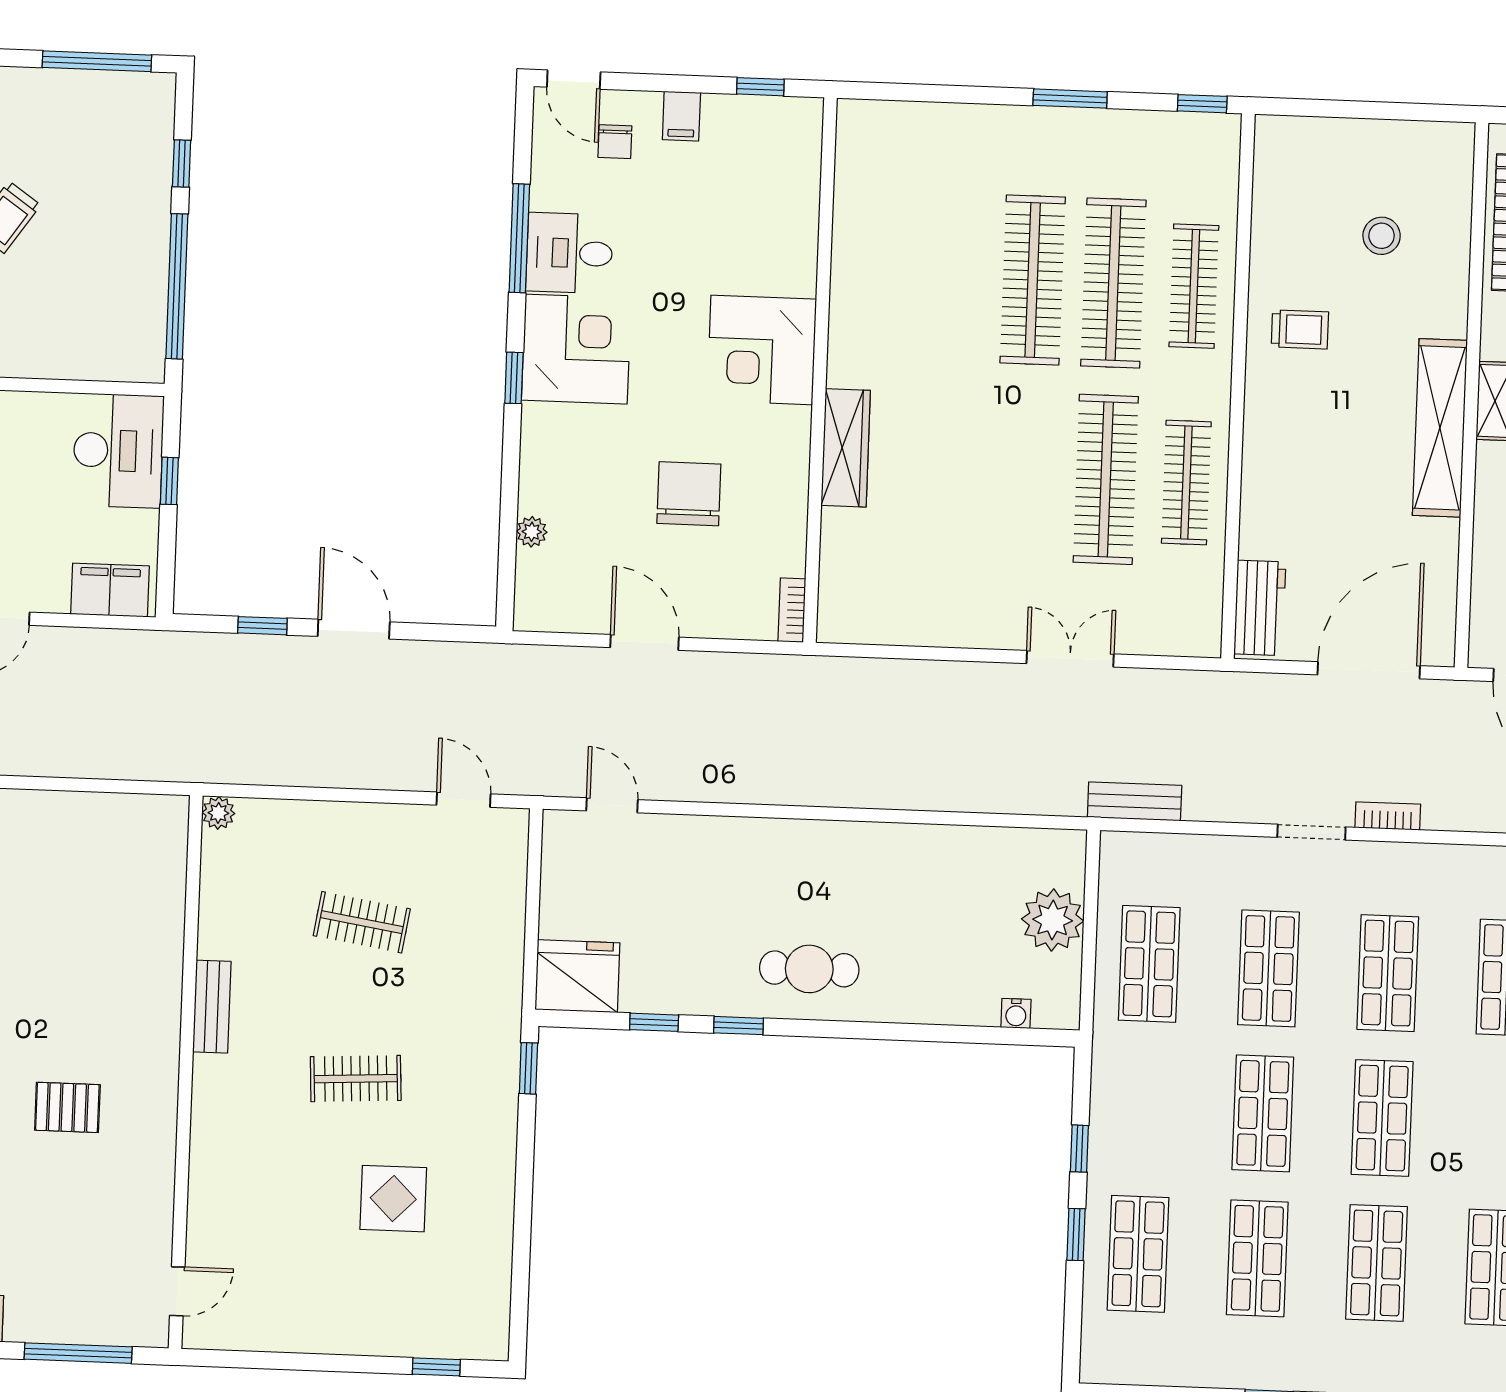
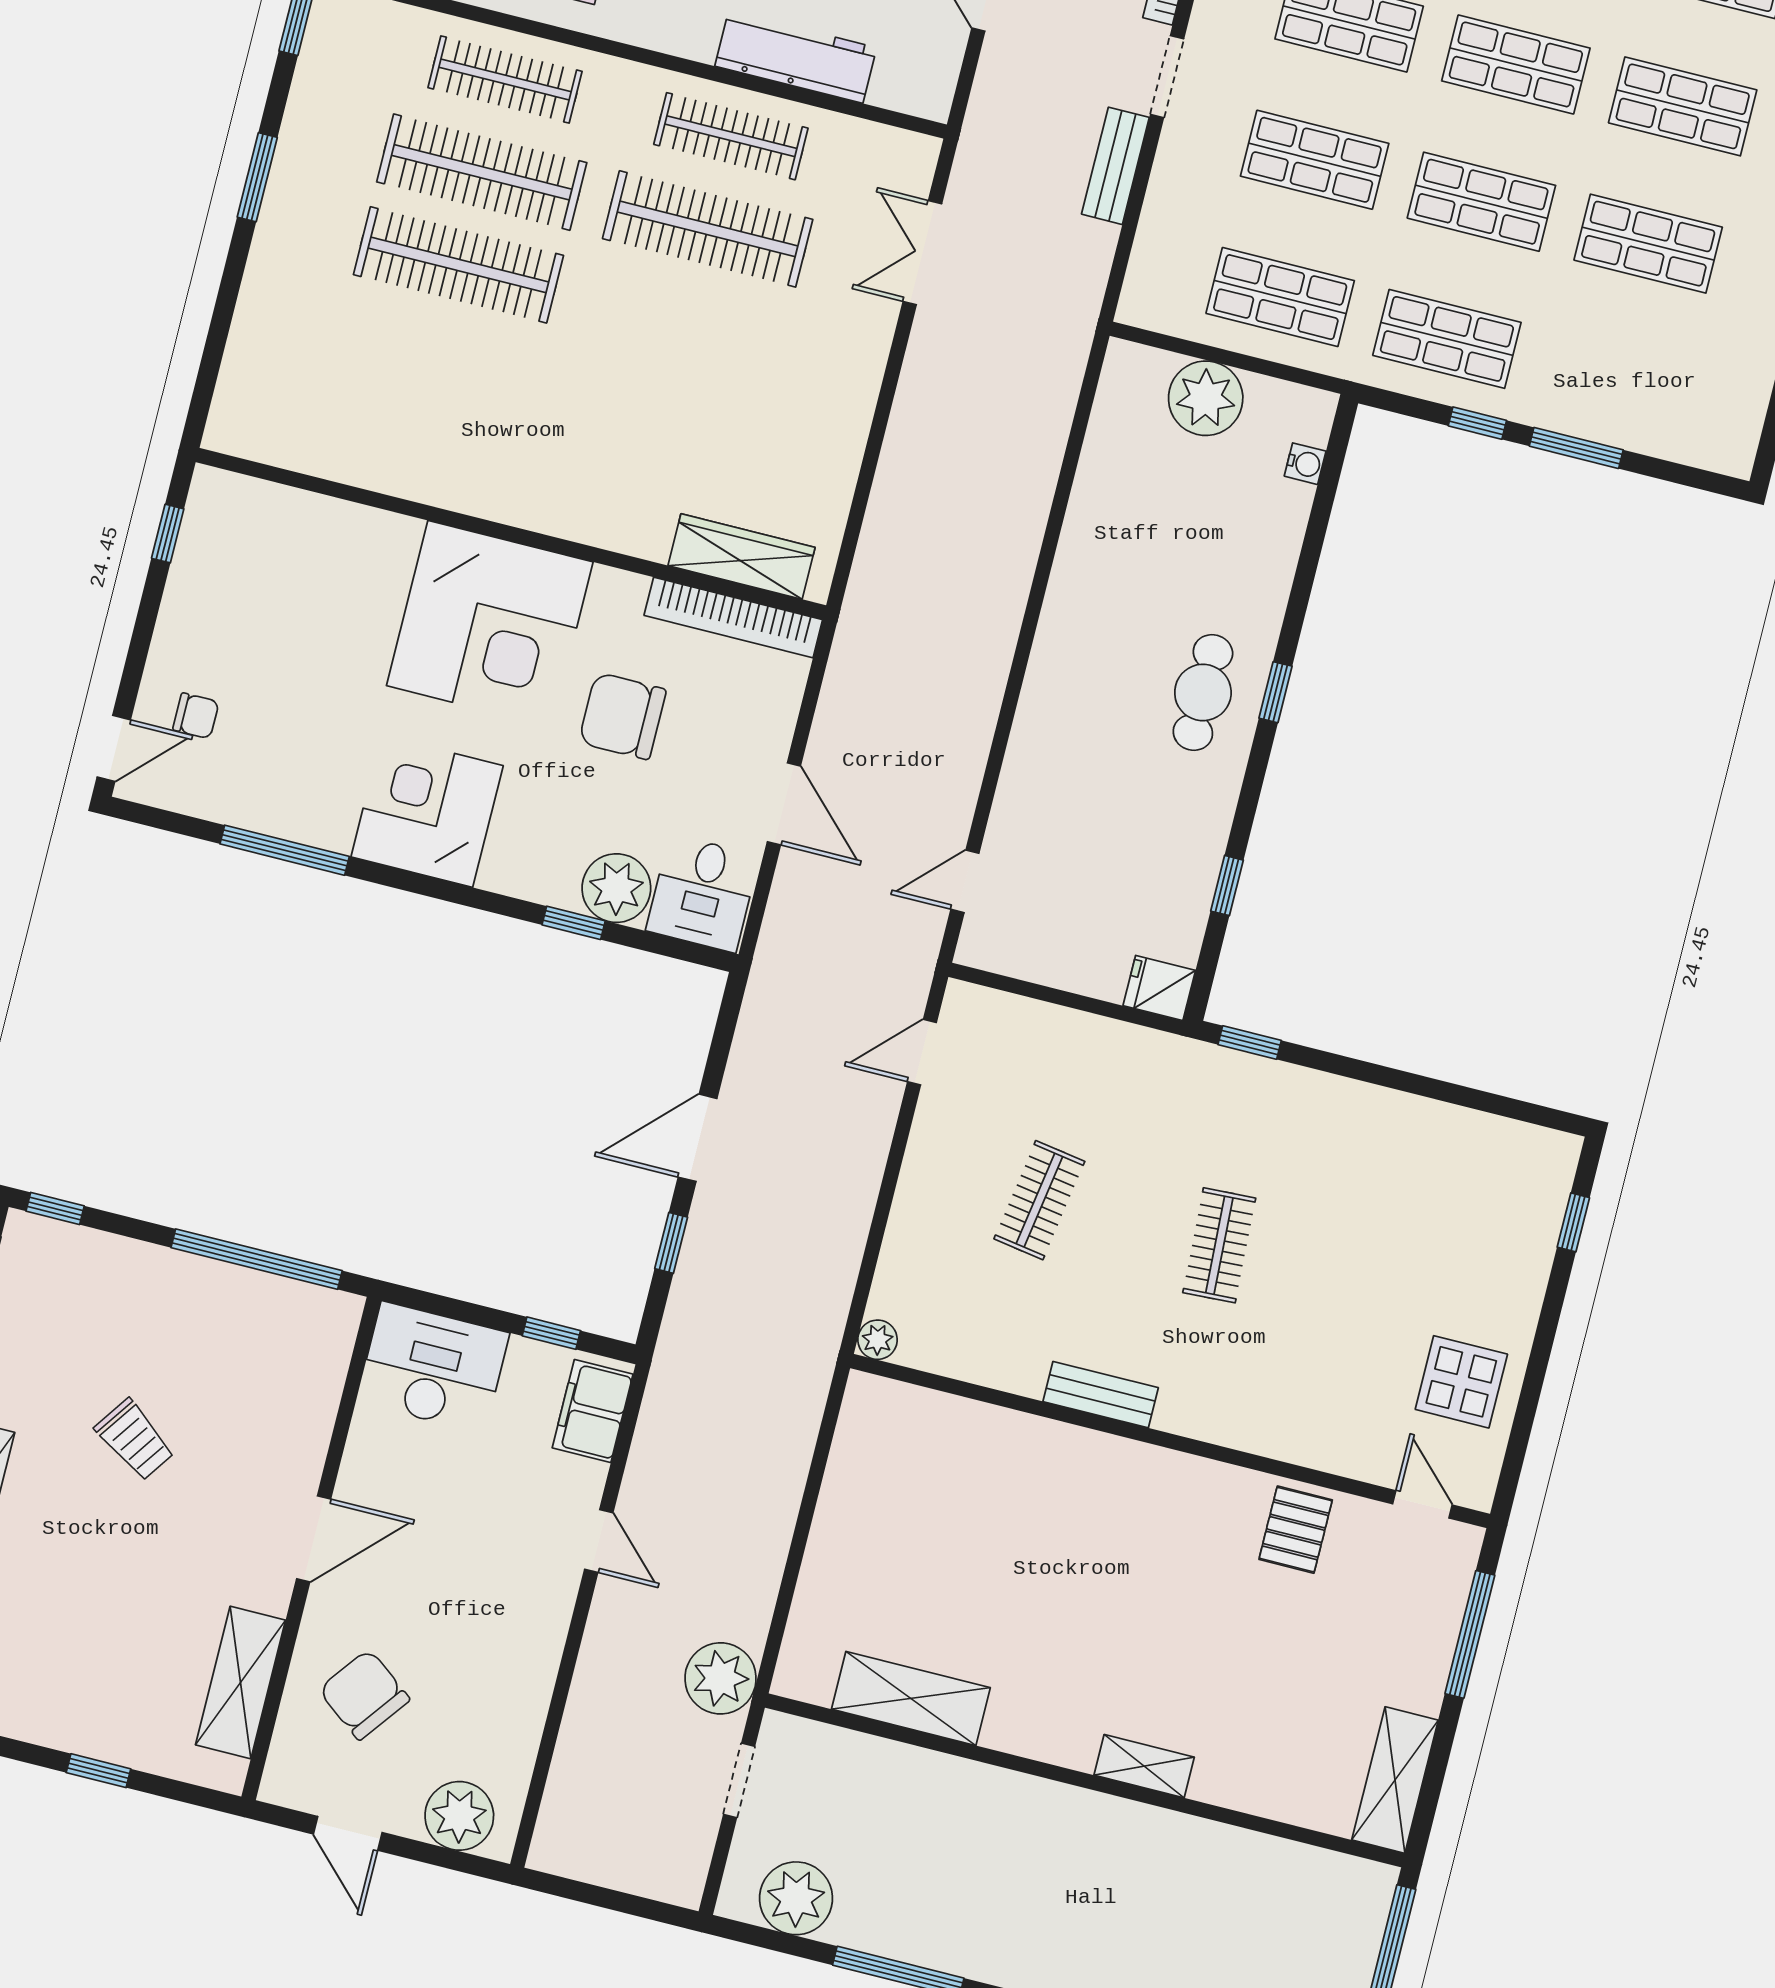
filing cabinet: (681, 116) -> (183, 632), removed
window: (182, 164) -> (55, 1209), moved
desk: (569, 253) -> (703, 893), moved
corner desk: (762, 350) -> (490, 624), width x1.36, depth x1.36
window: (514, 378) -> (574, 923), moved
wardrobe: (846, 448) -> (742, 557), moved
window: (169, 481) -> (551, 1333), moved
plant: (532, 532) -> (616, 888), width x1.88, depth x1.88
workbench: (1260, 608) -> (796, 57), moved, width x1.38
bookcase: (792, 610) -> (733, 617), width x2.31, depth x1.31
door: (644, 642) -> (784, 804), swing flipped
double door: (1070, 659) -> (922, 253), moved
bench: (1135, 801) -> (1115, 166), moved
fridge: (577, 976) -> (1159, 988), width x0.53, depth x0.75
window: (738, 1026) -> (1276, 692), moved
pallet: (67, 1107) -> (1296, 1530), moved
display table: (393, 1199) -> (1461, 1382), moved
window: (1076, 1235) -> (1576, 448), width x1.50
shop shelf: (1138, 1254) -> (1447, 339), moved

